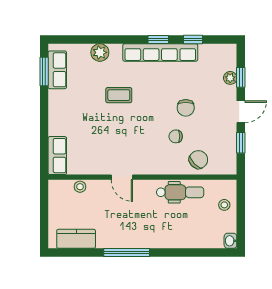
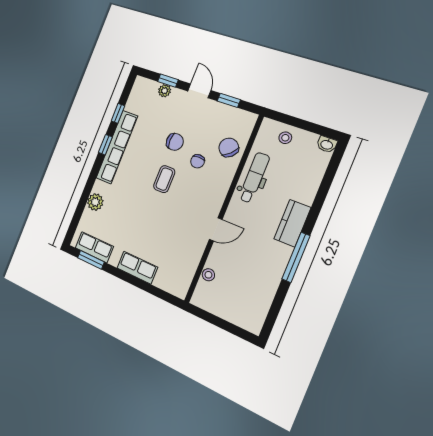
coffee table: (119, 95) -> (164, 179), moved
row of seats: (57, 156) -> (137, 268), moved
kitchen counter: (76, 239) -> (292, 223), moved

